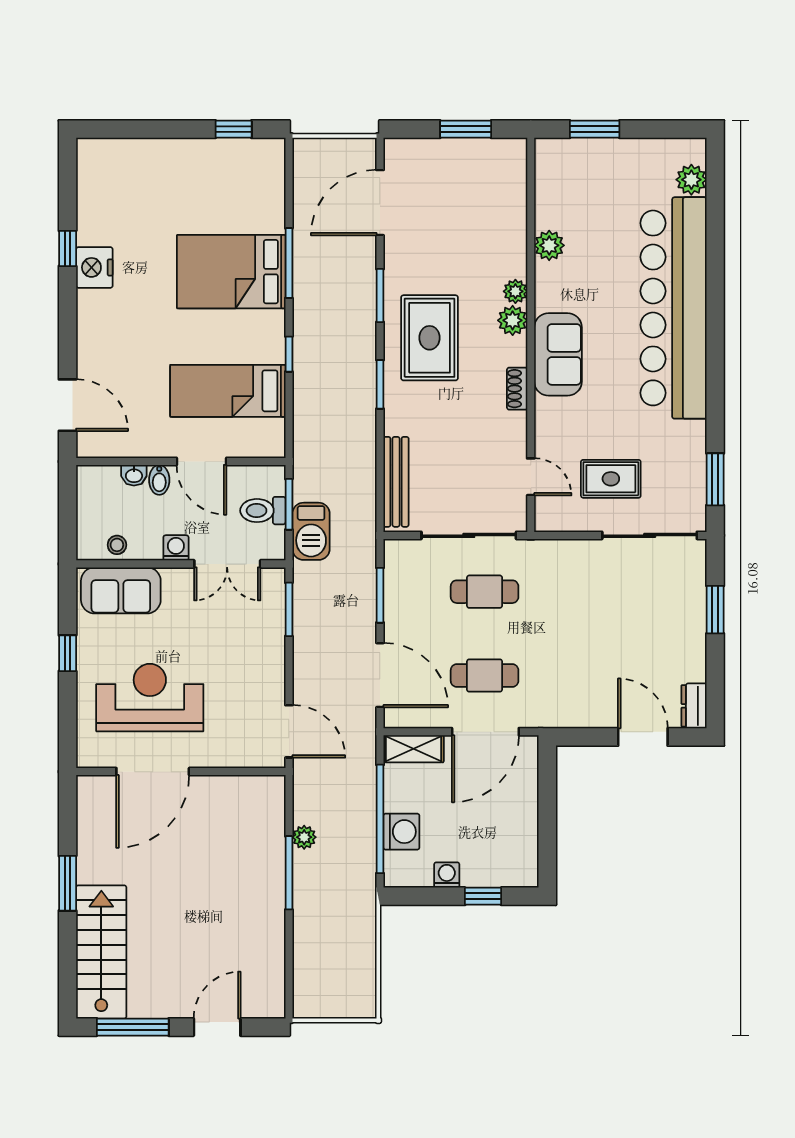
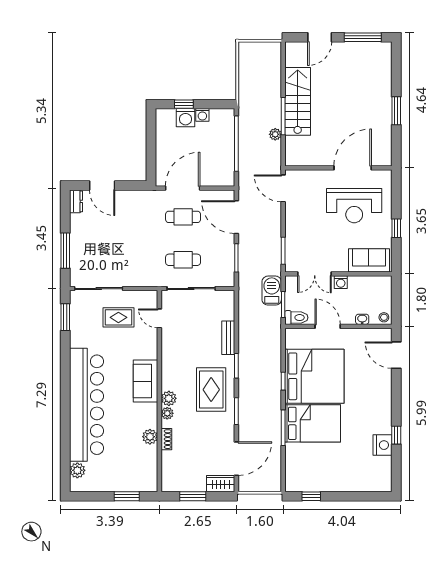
wardrobe: (411, 154) -> (221, 484), added
nightstand: (94, 267) -> (382, 445), moved
shoe rack: (517, 389) -> (166, 439), moved
bed: (228, 391) -> (314, 376), width x2.04
bidet: (159, 480) -> (349, 317), removed
bench: (396, 482) -> (228, 338), moved, width x0.73
toilet: (263, 511) -> (296, 318), moved
stool: (117, 545) -> (384, 317), moved
double door: (227, 564) -> (315, 274), swing flipped
window: (715, 610) -> (65, 251), width x1.44
shelving: (414, 749) -> (219, 179), removed
washing machine: (401, 832) -> (186, 118), moved, turned -90
stairs: (101, 952) -> (298, 101), moved, turned 180

